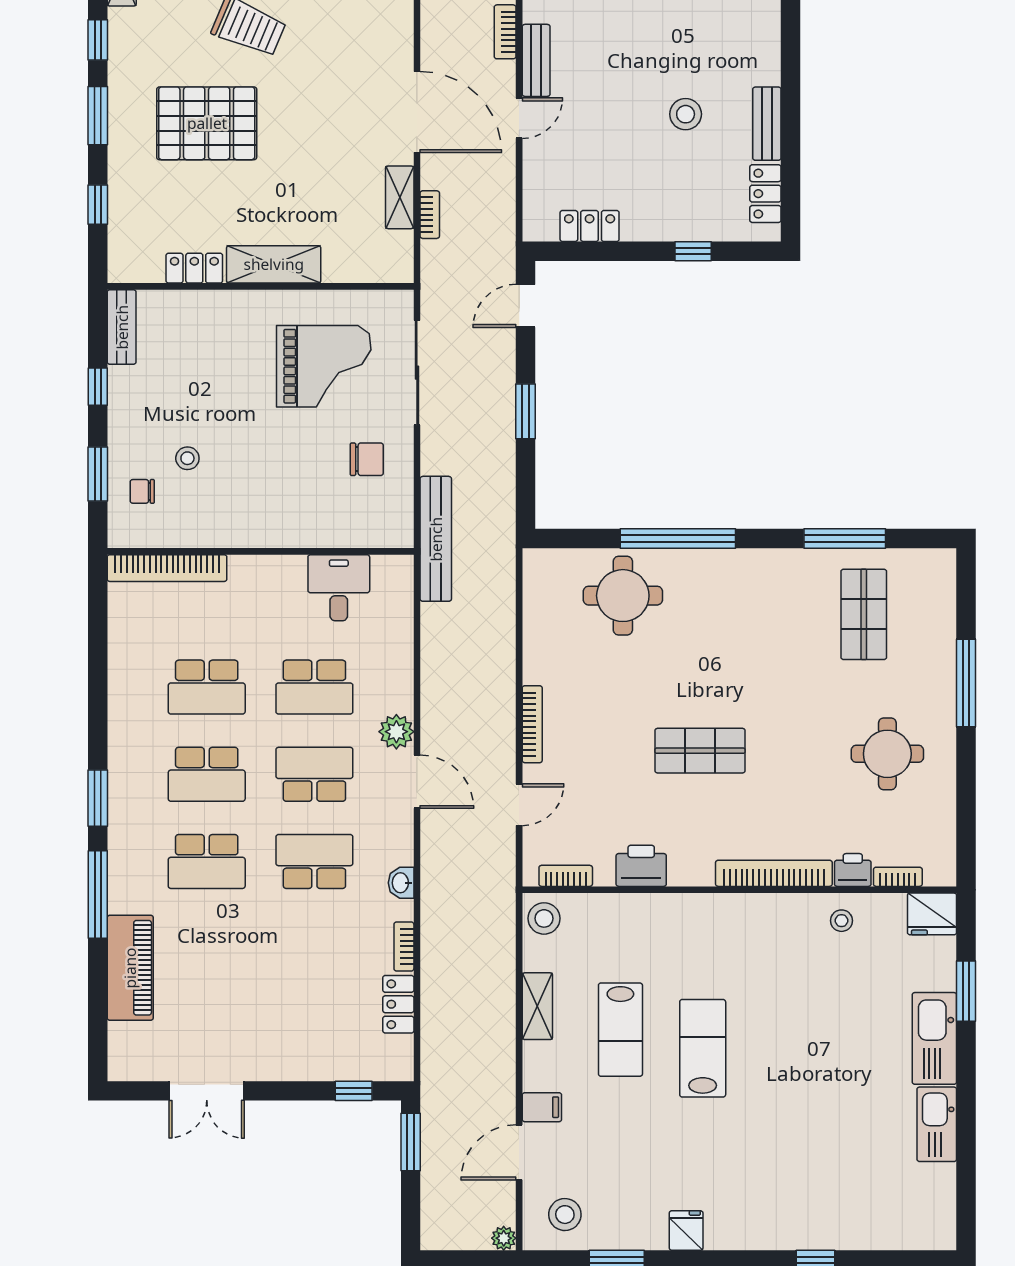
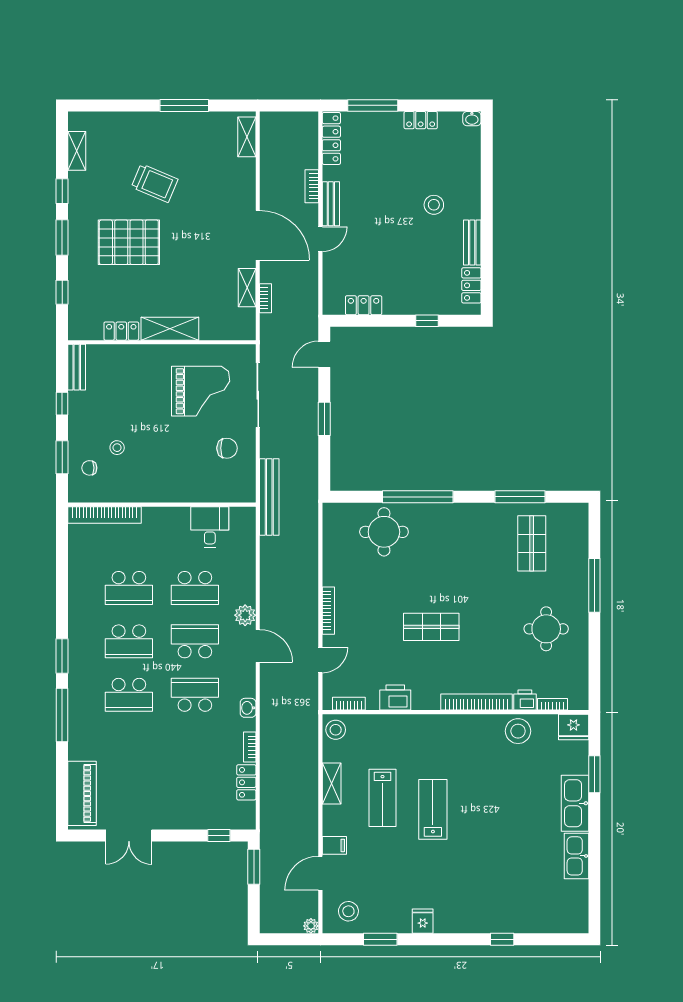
stool: (686, 114) -> (434, 205), moved
stool: (841, 921) -> (518, 731), width x1.89, depth x1.89
piano: (130, 968) -> (82, 793), moved

